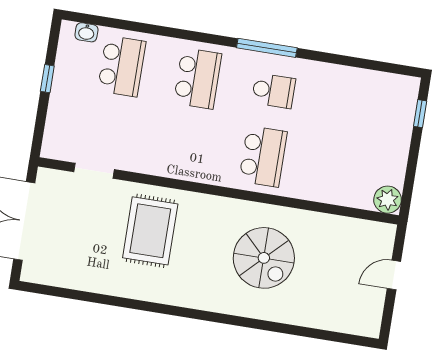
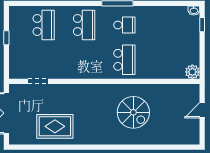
washbasin: (86, 32) -> (194, 10), moved
rug: (150, 231) -> (55, 126), moved, turned 90

